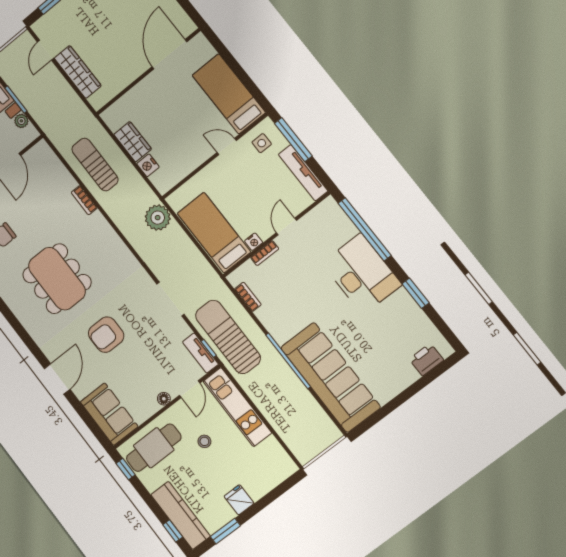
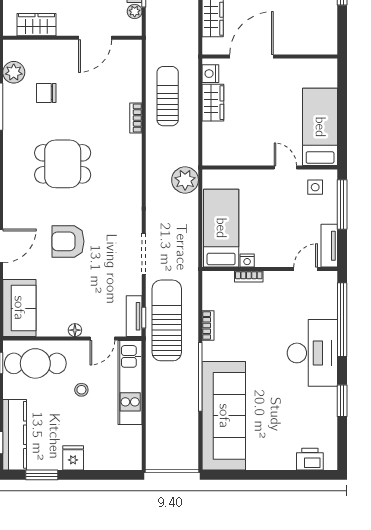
door: (170, 54) -> (252, 57), moved
nightstand: (148, 165) -> (210, 74), moved
tv unit: (303, 173) -> (329, 246), width x0.71
door: (286, 227) -> (306, 269), moved
dining table: (57, 279) -> (63, 164), width x0.73
bookcase: (248, 297) -> (208, 326), moved

